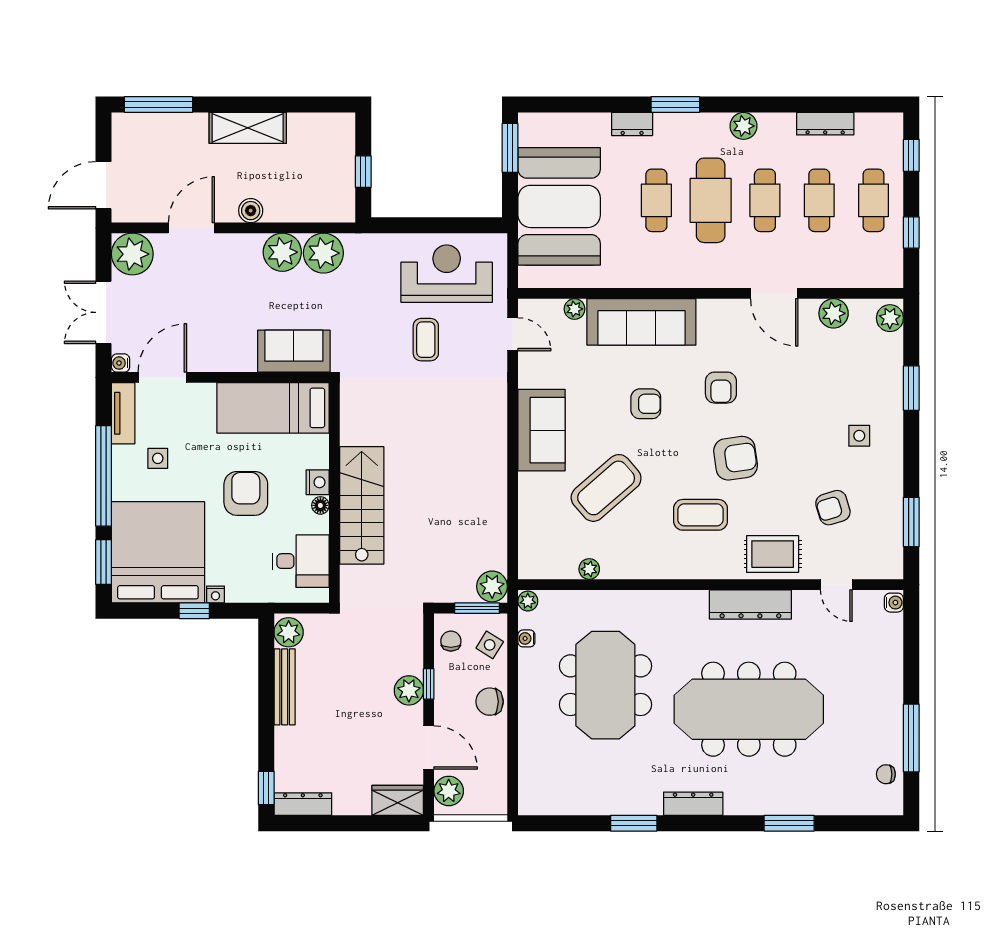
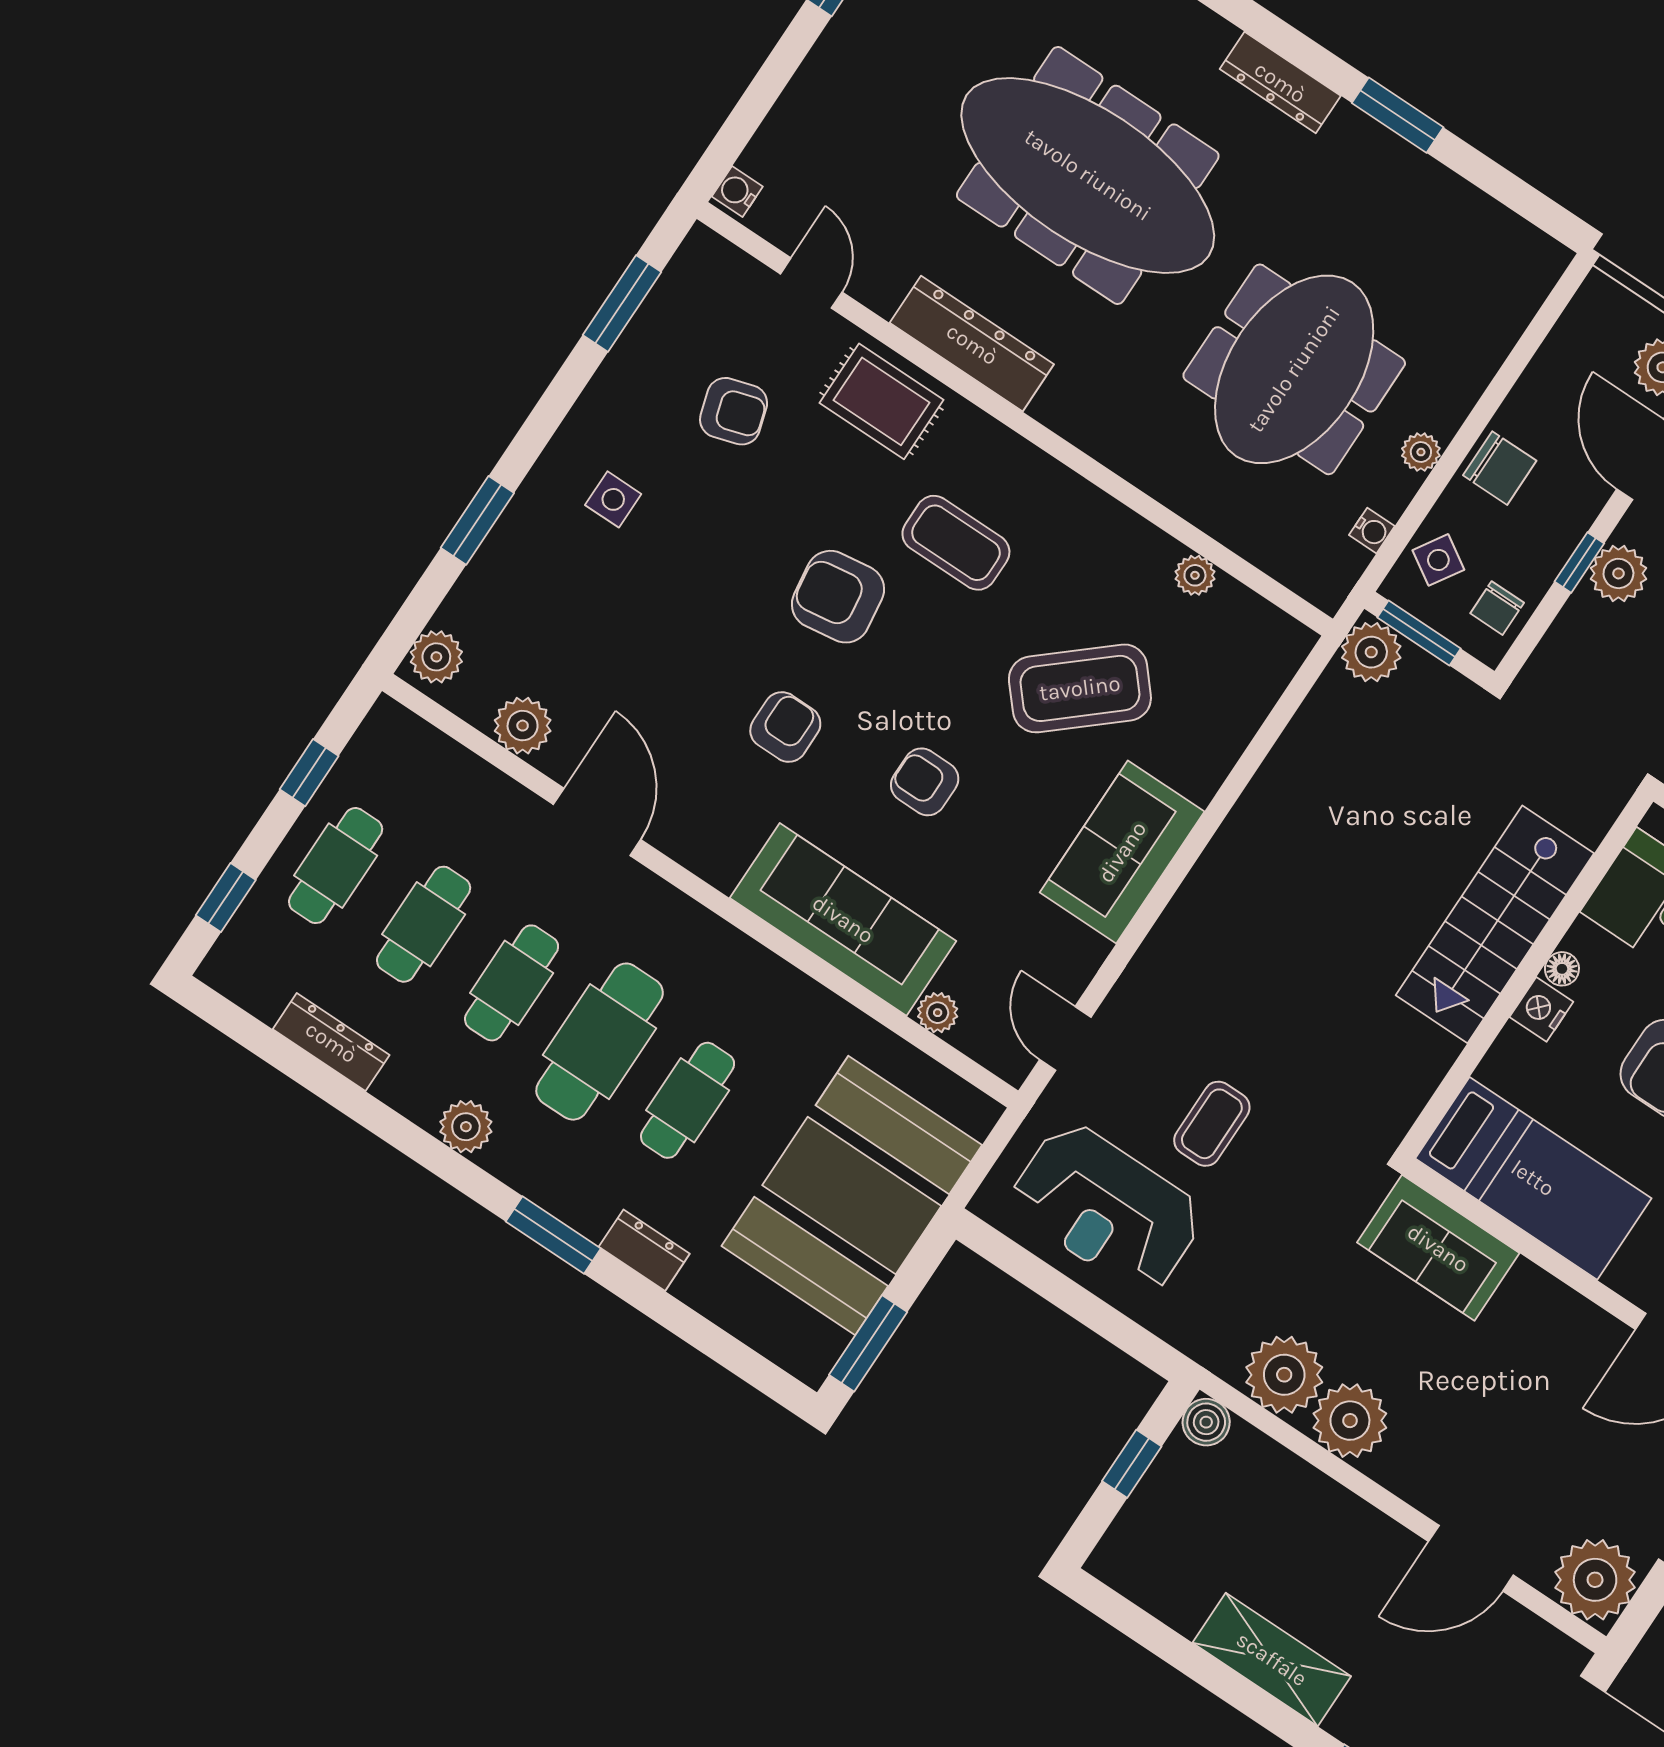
boiler: (251, 211) -> (1206, 1422), moved
plant: (528, 601) -> (1421, 452), moved

